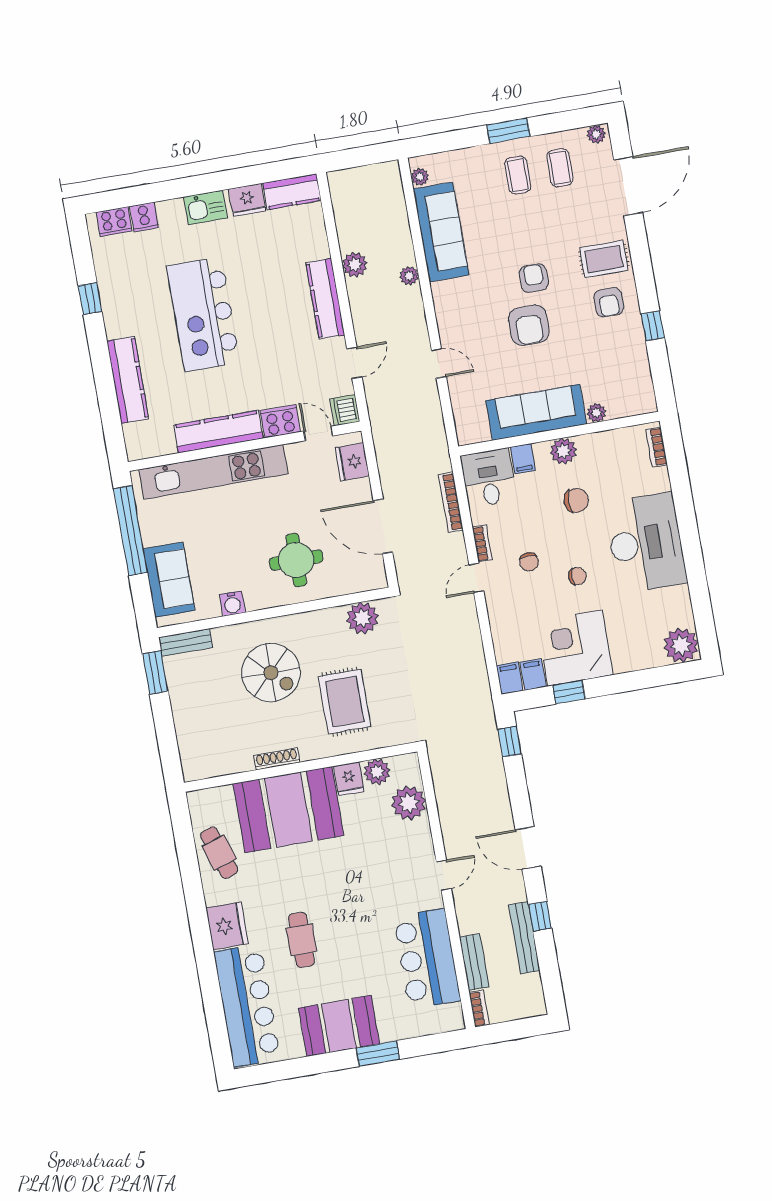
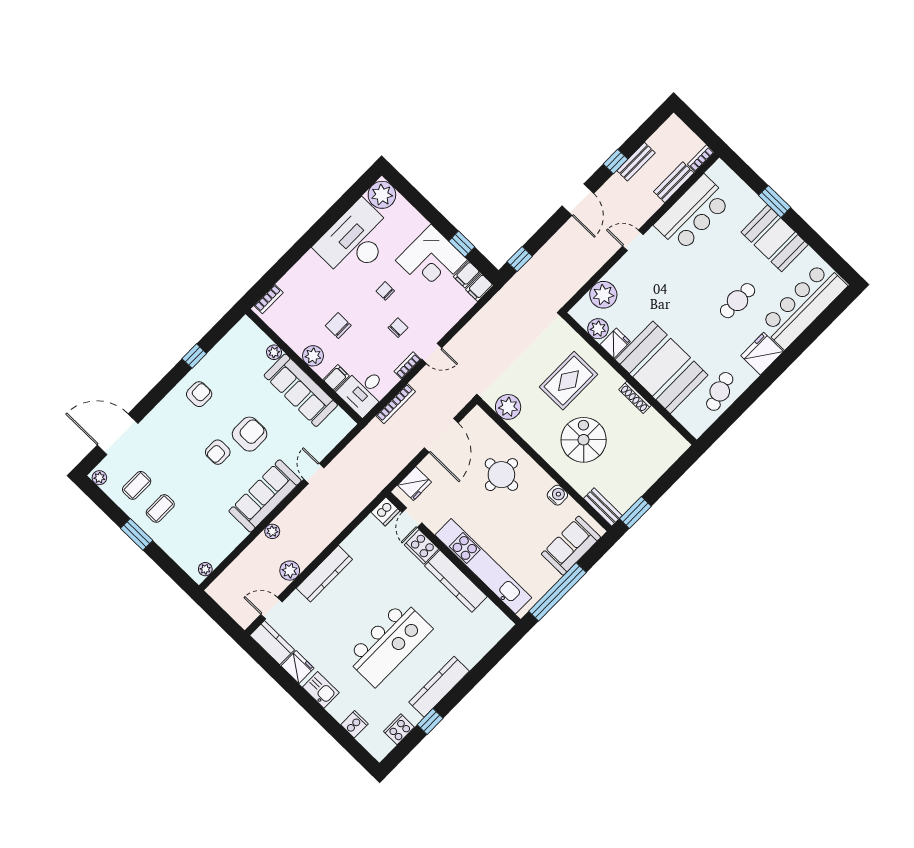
cooker: (114, 222) -> (399, 729), moved, turned -90
sofa: (441, 232) -> (265, 496), moved
rug: (604, 259) -> (174, 417), removed
door: (354, 363) -> (271, 608), moved
kitchen counter: (128, 380) -> (439, 687), moved
desk: (646, 543) -> (356, 240), moved
bench: (524, 938) -> (636, 162), width x0.73

